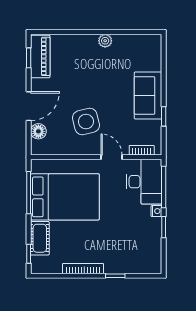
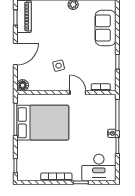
sofa: (148, 95) -> (106, 28), moved
side table: (86, 121) -> (59, 66), width x0.54, depth x0.54
floor lamp: (38, 131) -> (23, 85), moved
desk: (144, 182) -> (99, 167), moved, turned 90
cot: (40, 238) -> (24, 154), removed

